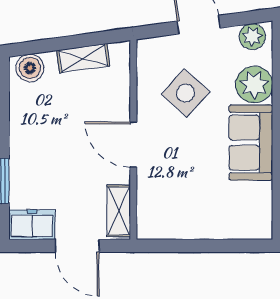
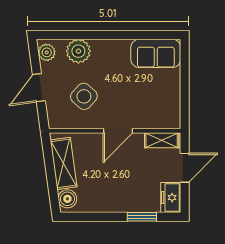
shelving: (83, 58) -> (64, 163), width x1.50, depth x1.33
sofa: (251, 143) -> (156, 53), moved

